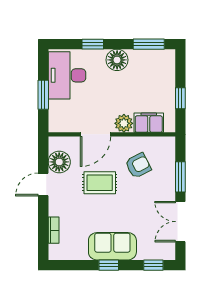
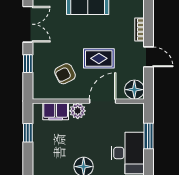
floor lamp: (59, 162) -> (134, 90), moved
window: (180, 177) -> (28, 64), width x0.67
door: (43, 184) -> (149, 57), hinge flipped
bookcase: (54, 230) -> (139, 30), moved

